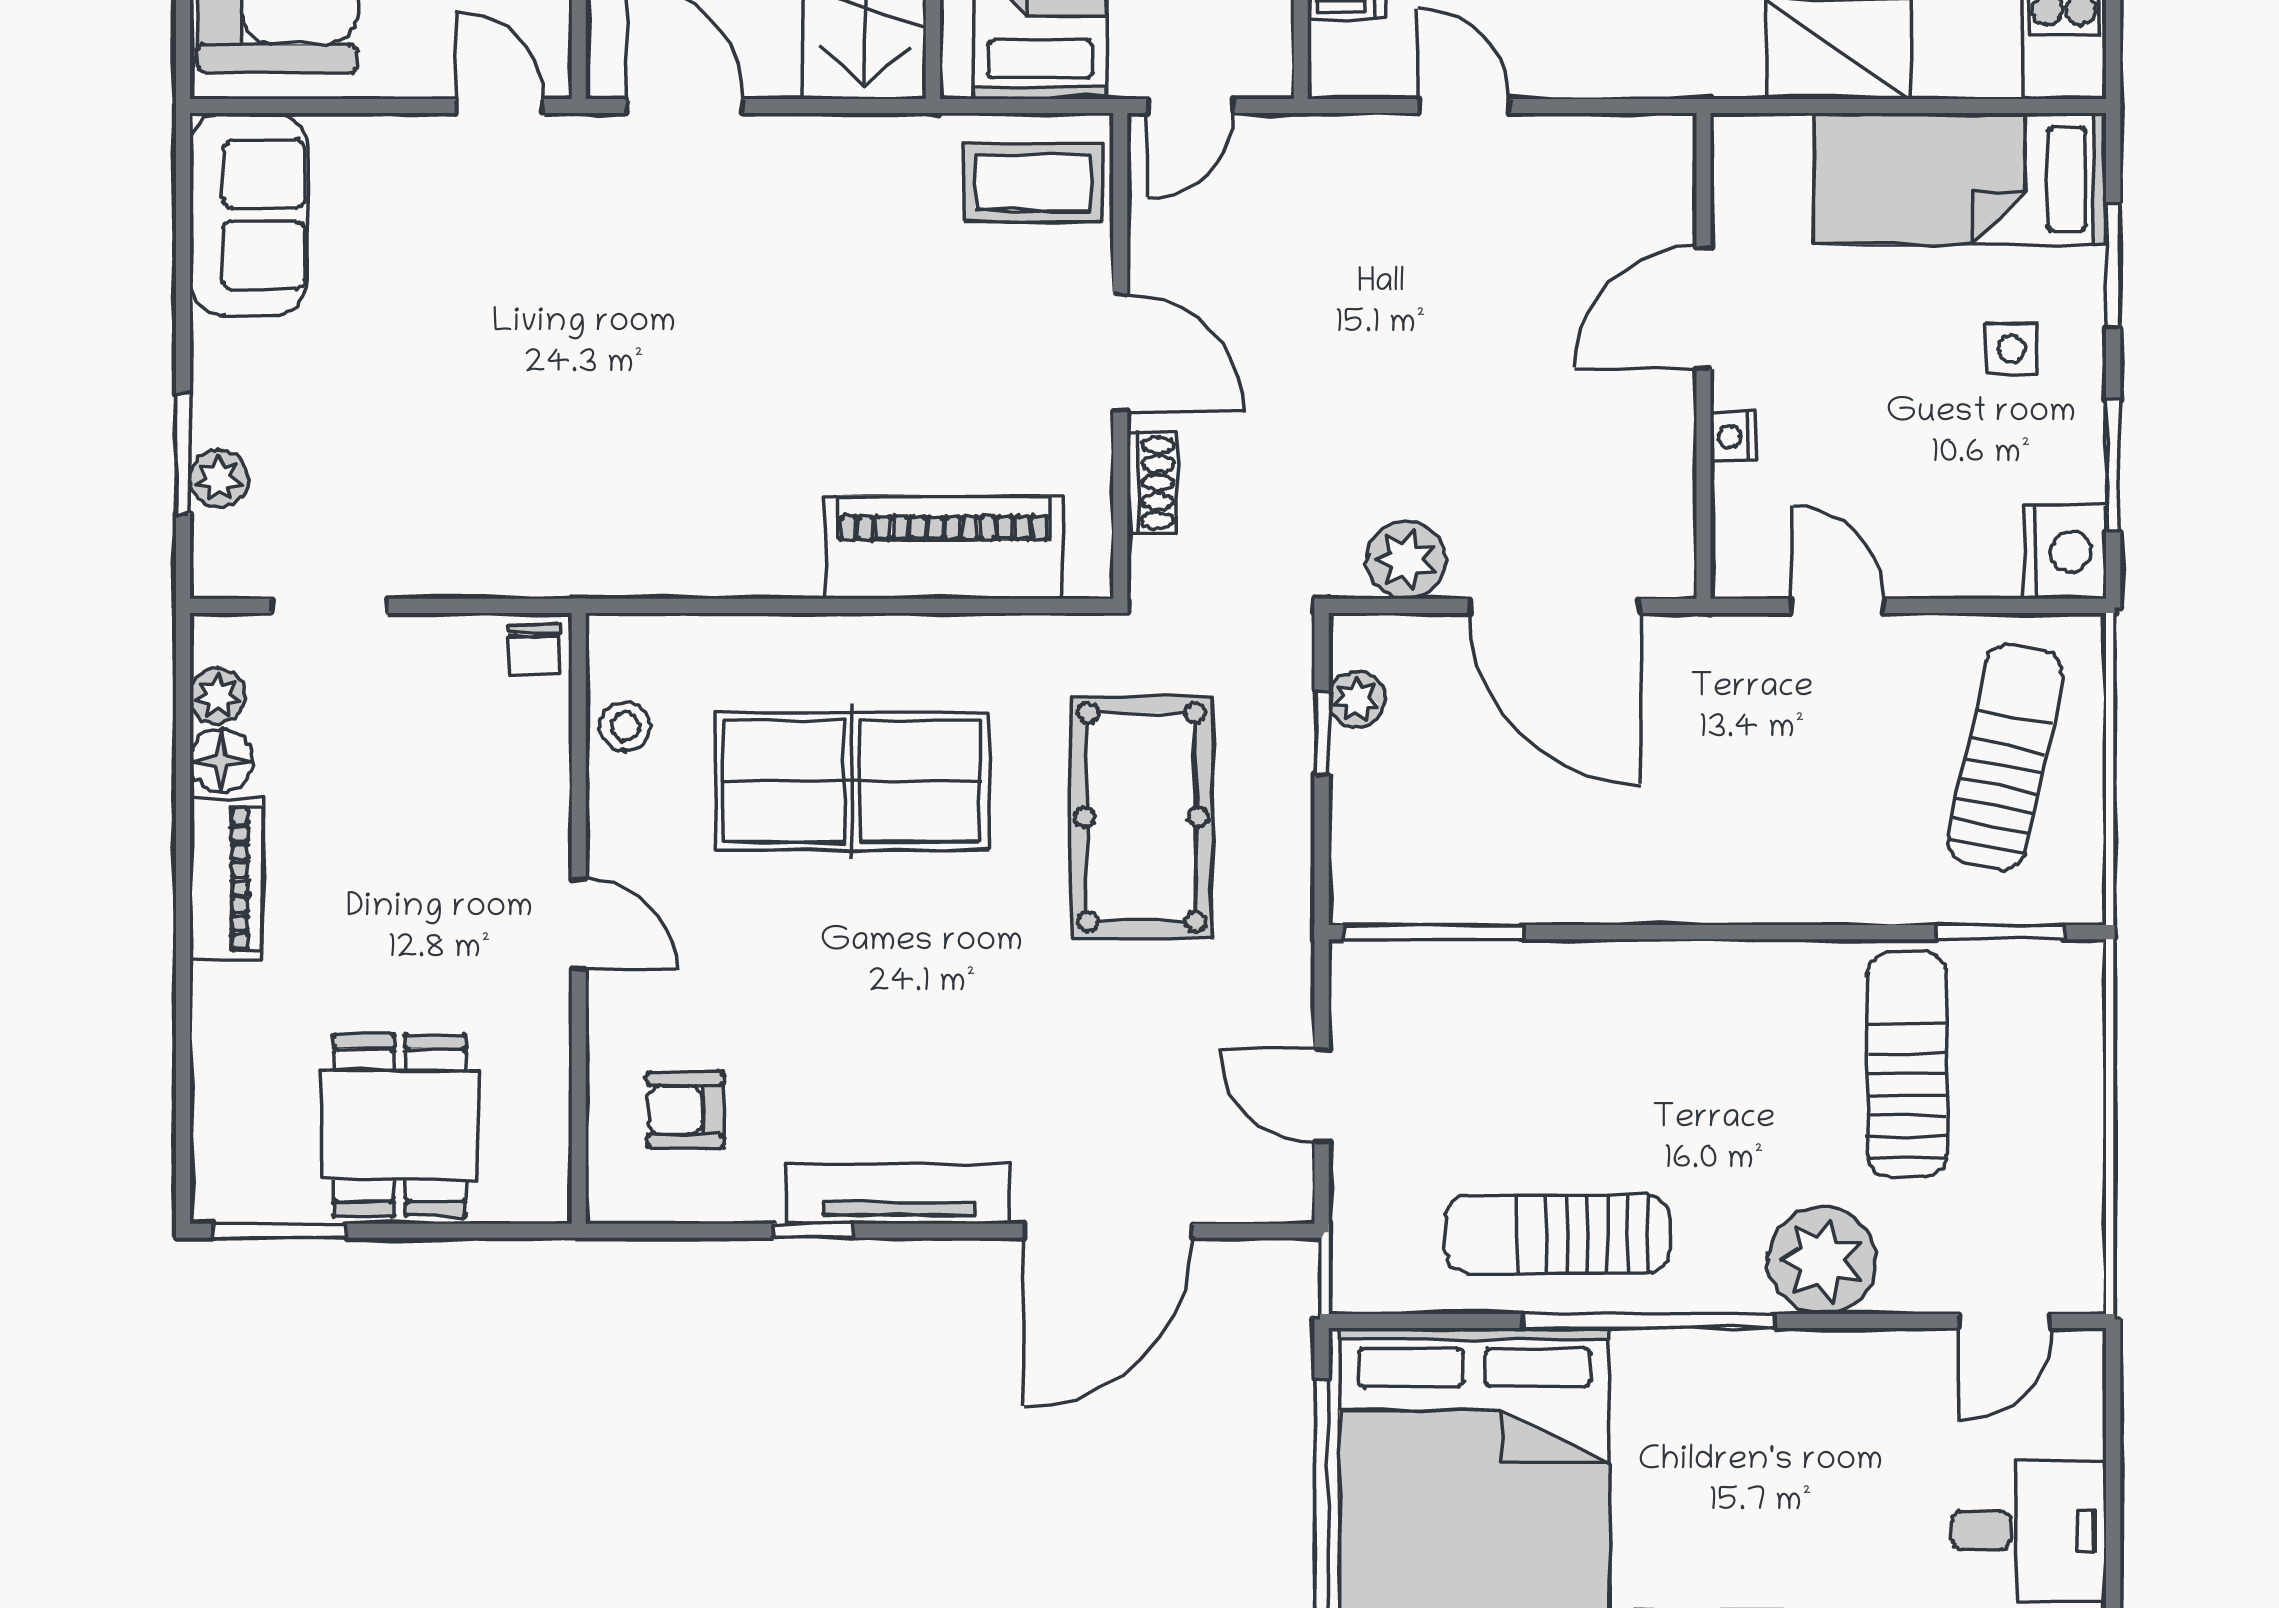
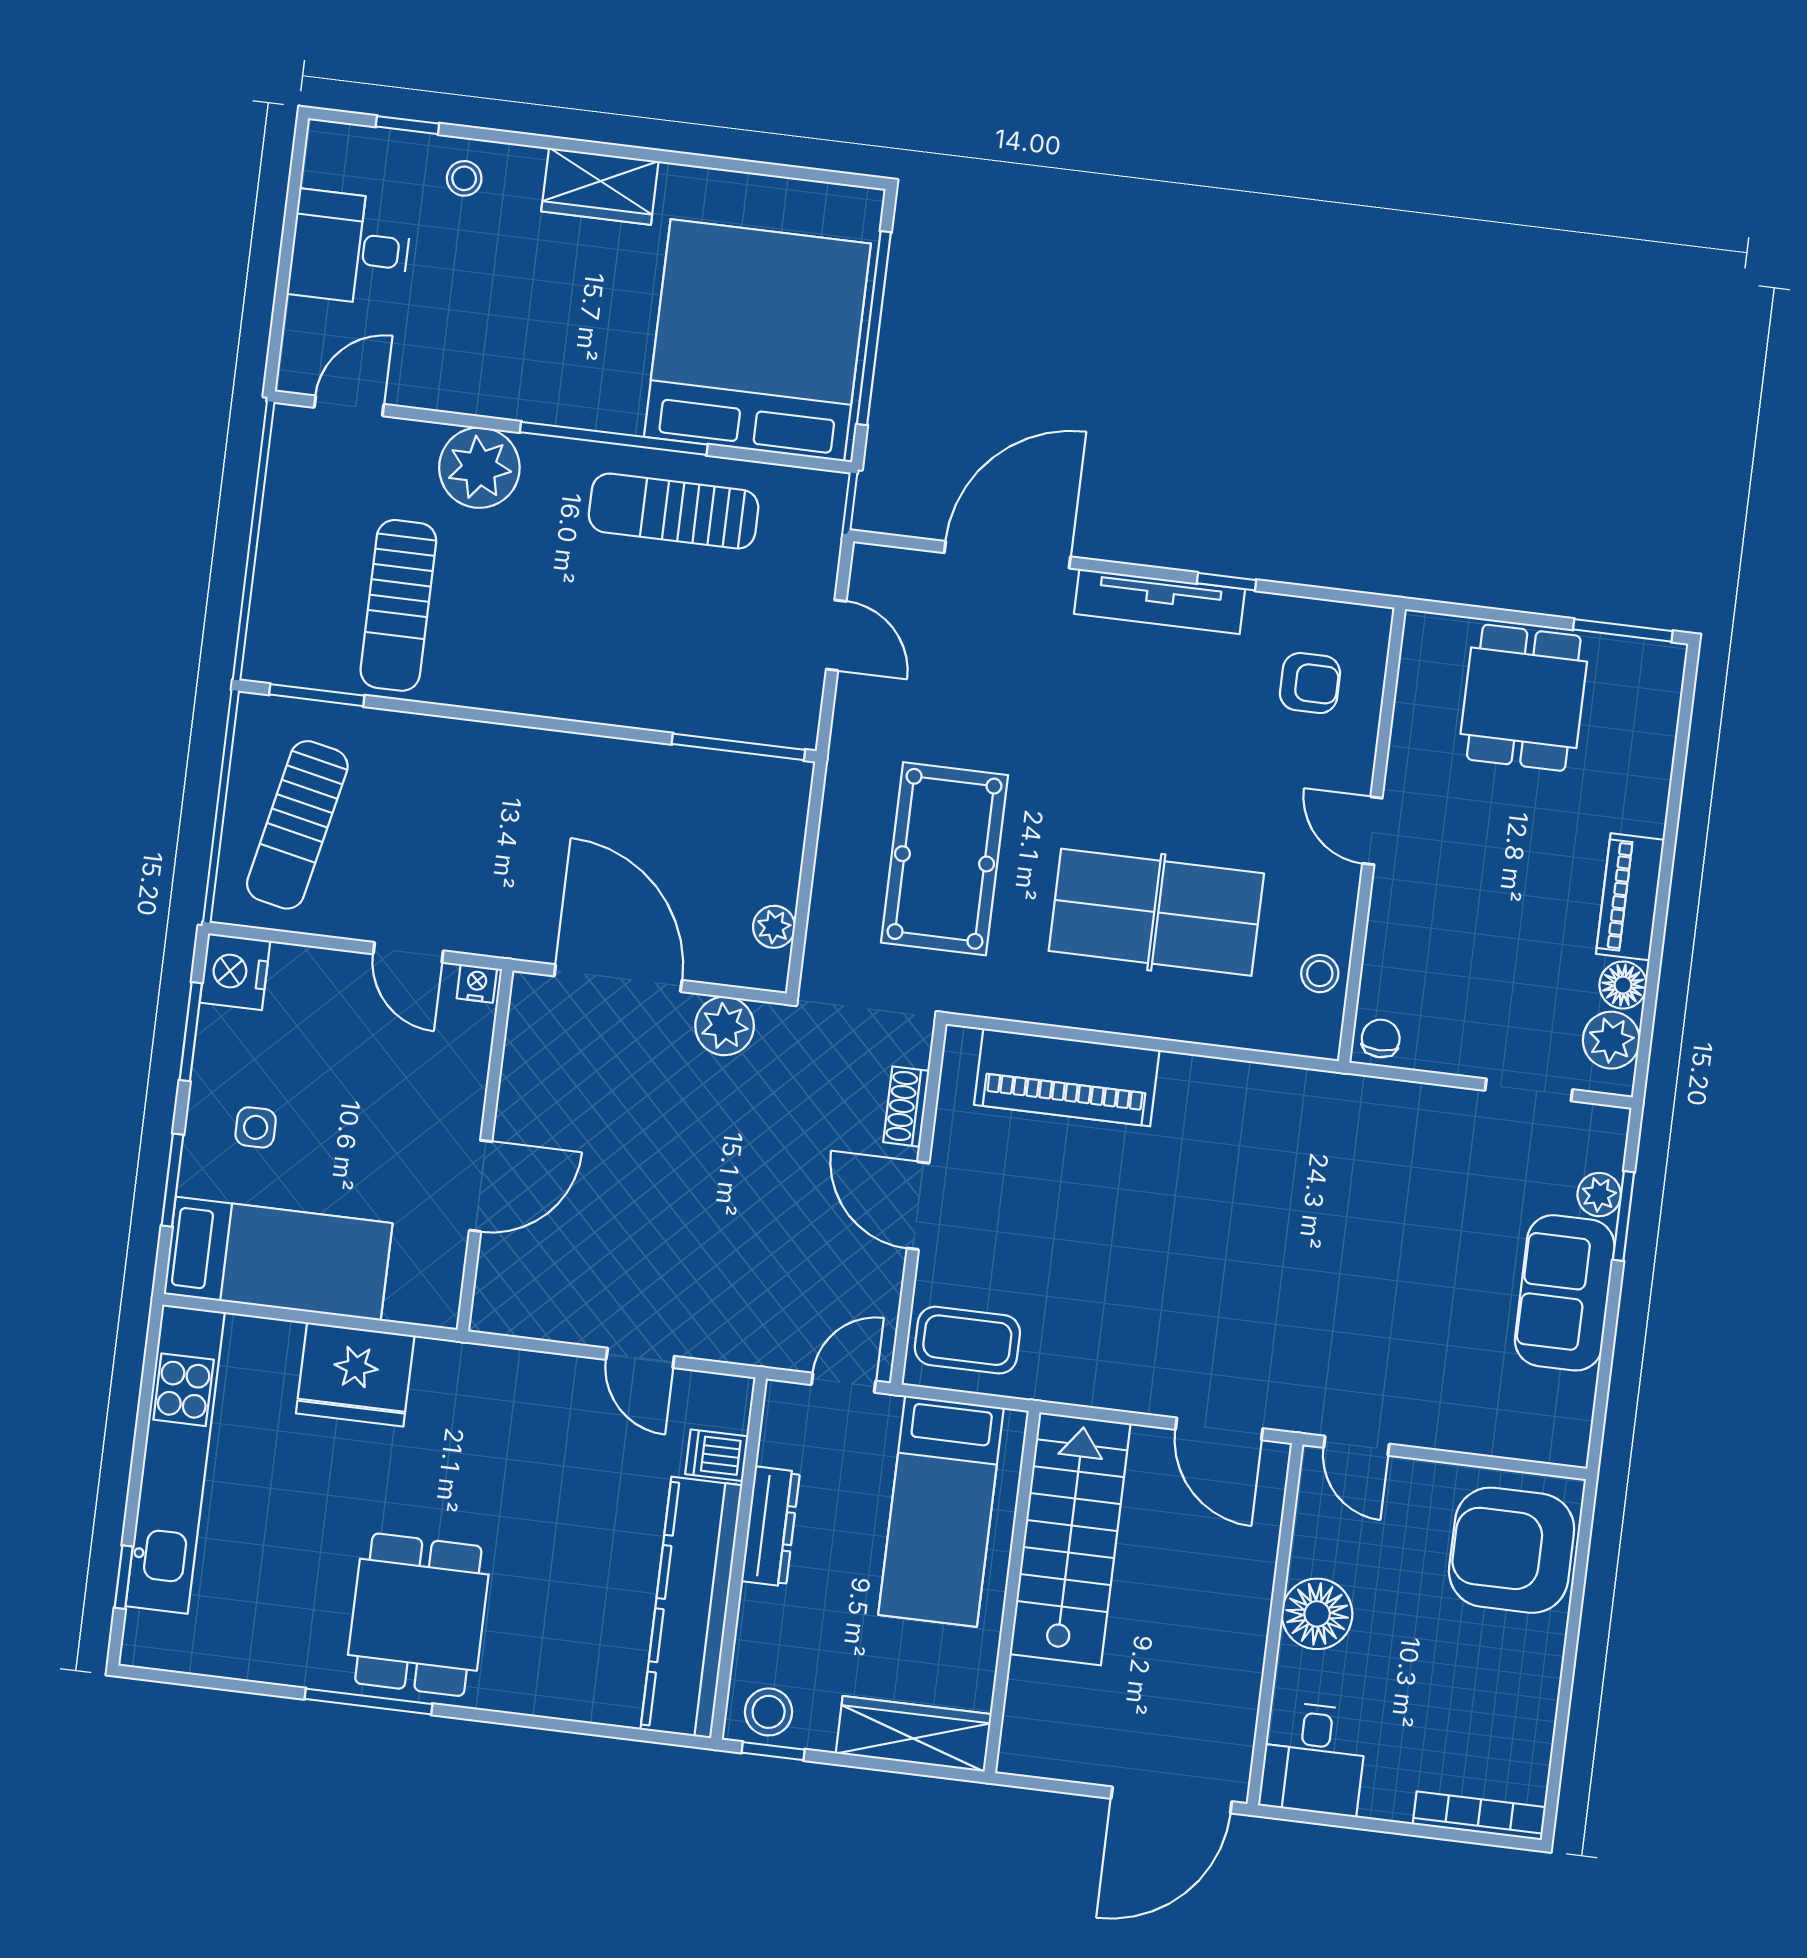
sofa: (249, 214) -> (1565, 1293), moved
nightstand: (1733, 436) -> (477, 983), moved, turned -90
plant: (218, 696) -> (1611, 1040), width x1.38, depth x1.38
window: (1322, 733) -> (803, 905), removed
sun lounger: (1558, 1234) -> (674, 511), turned 180

